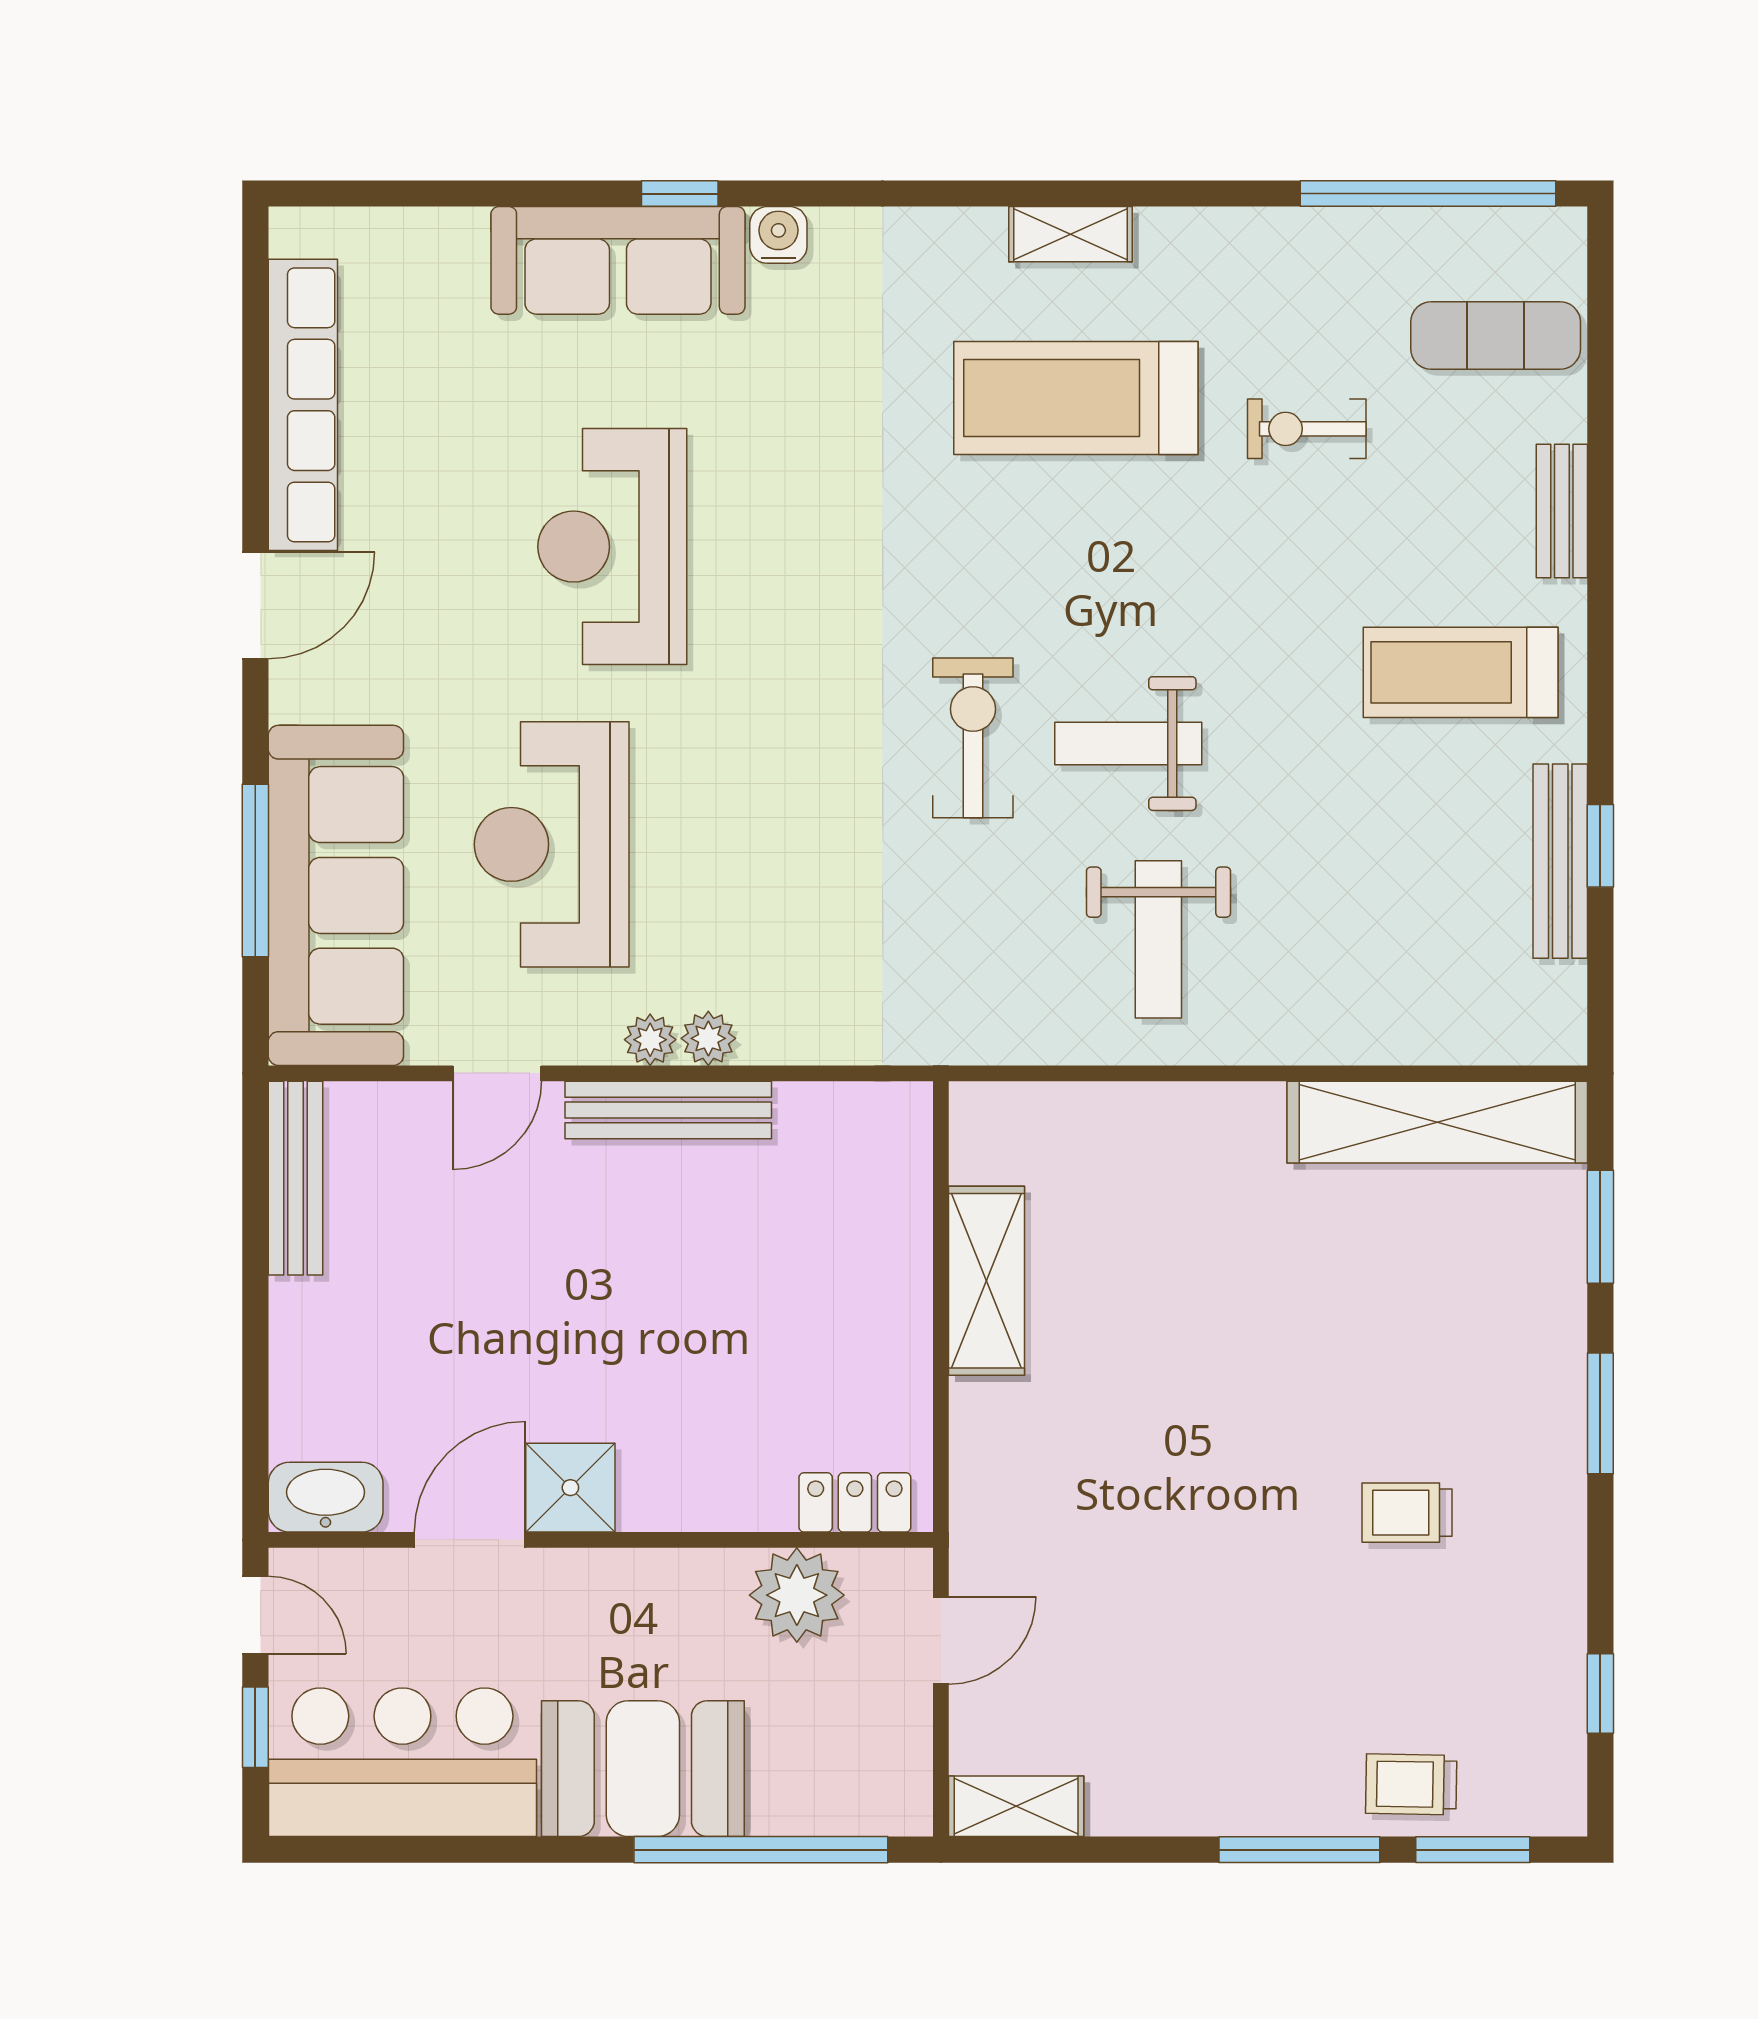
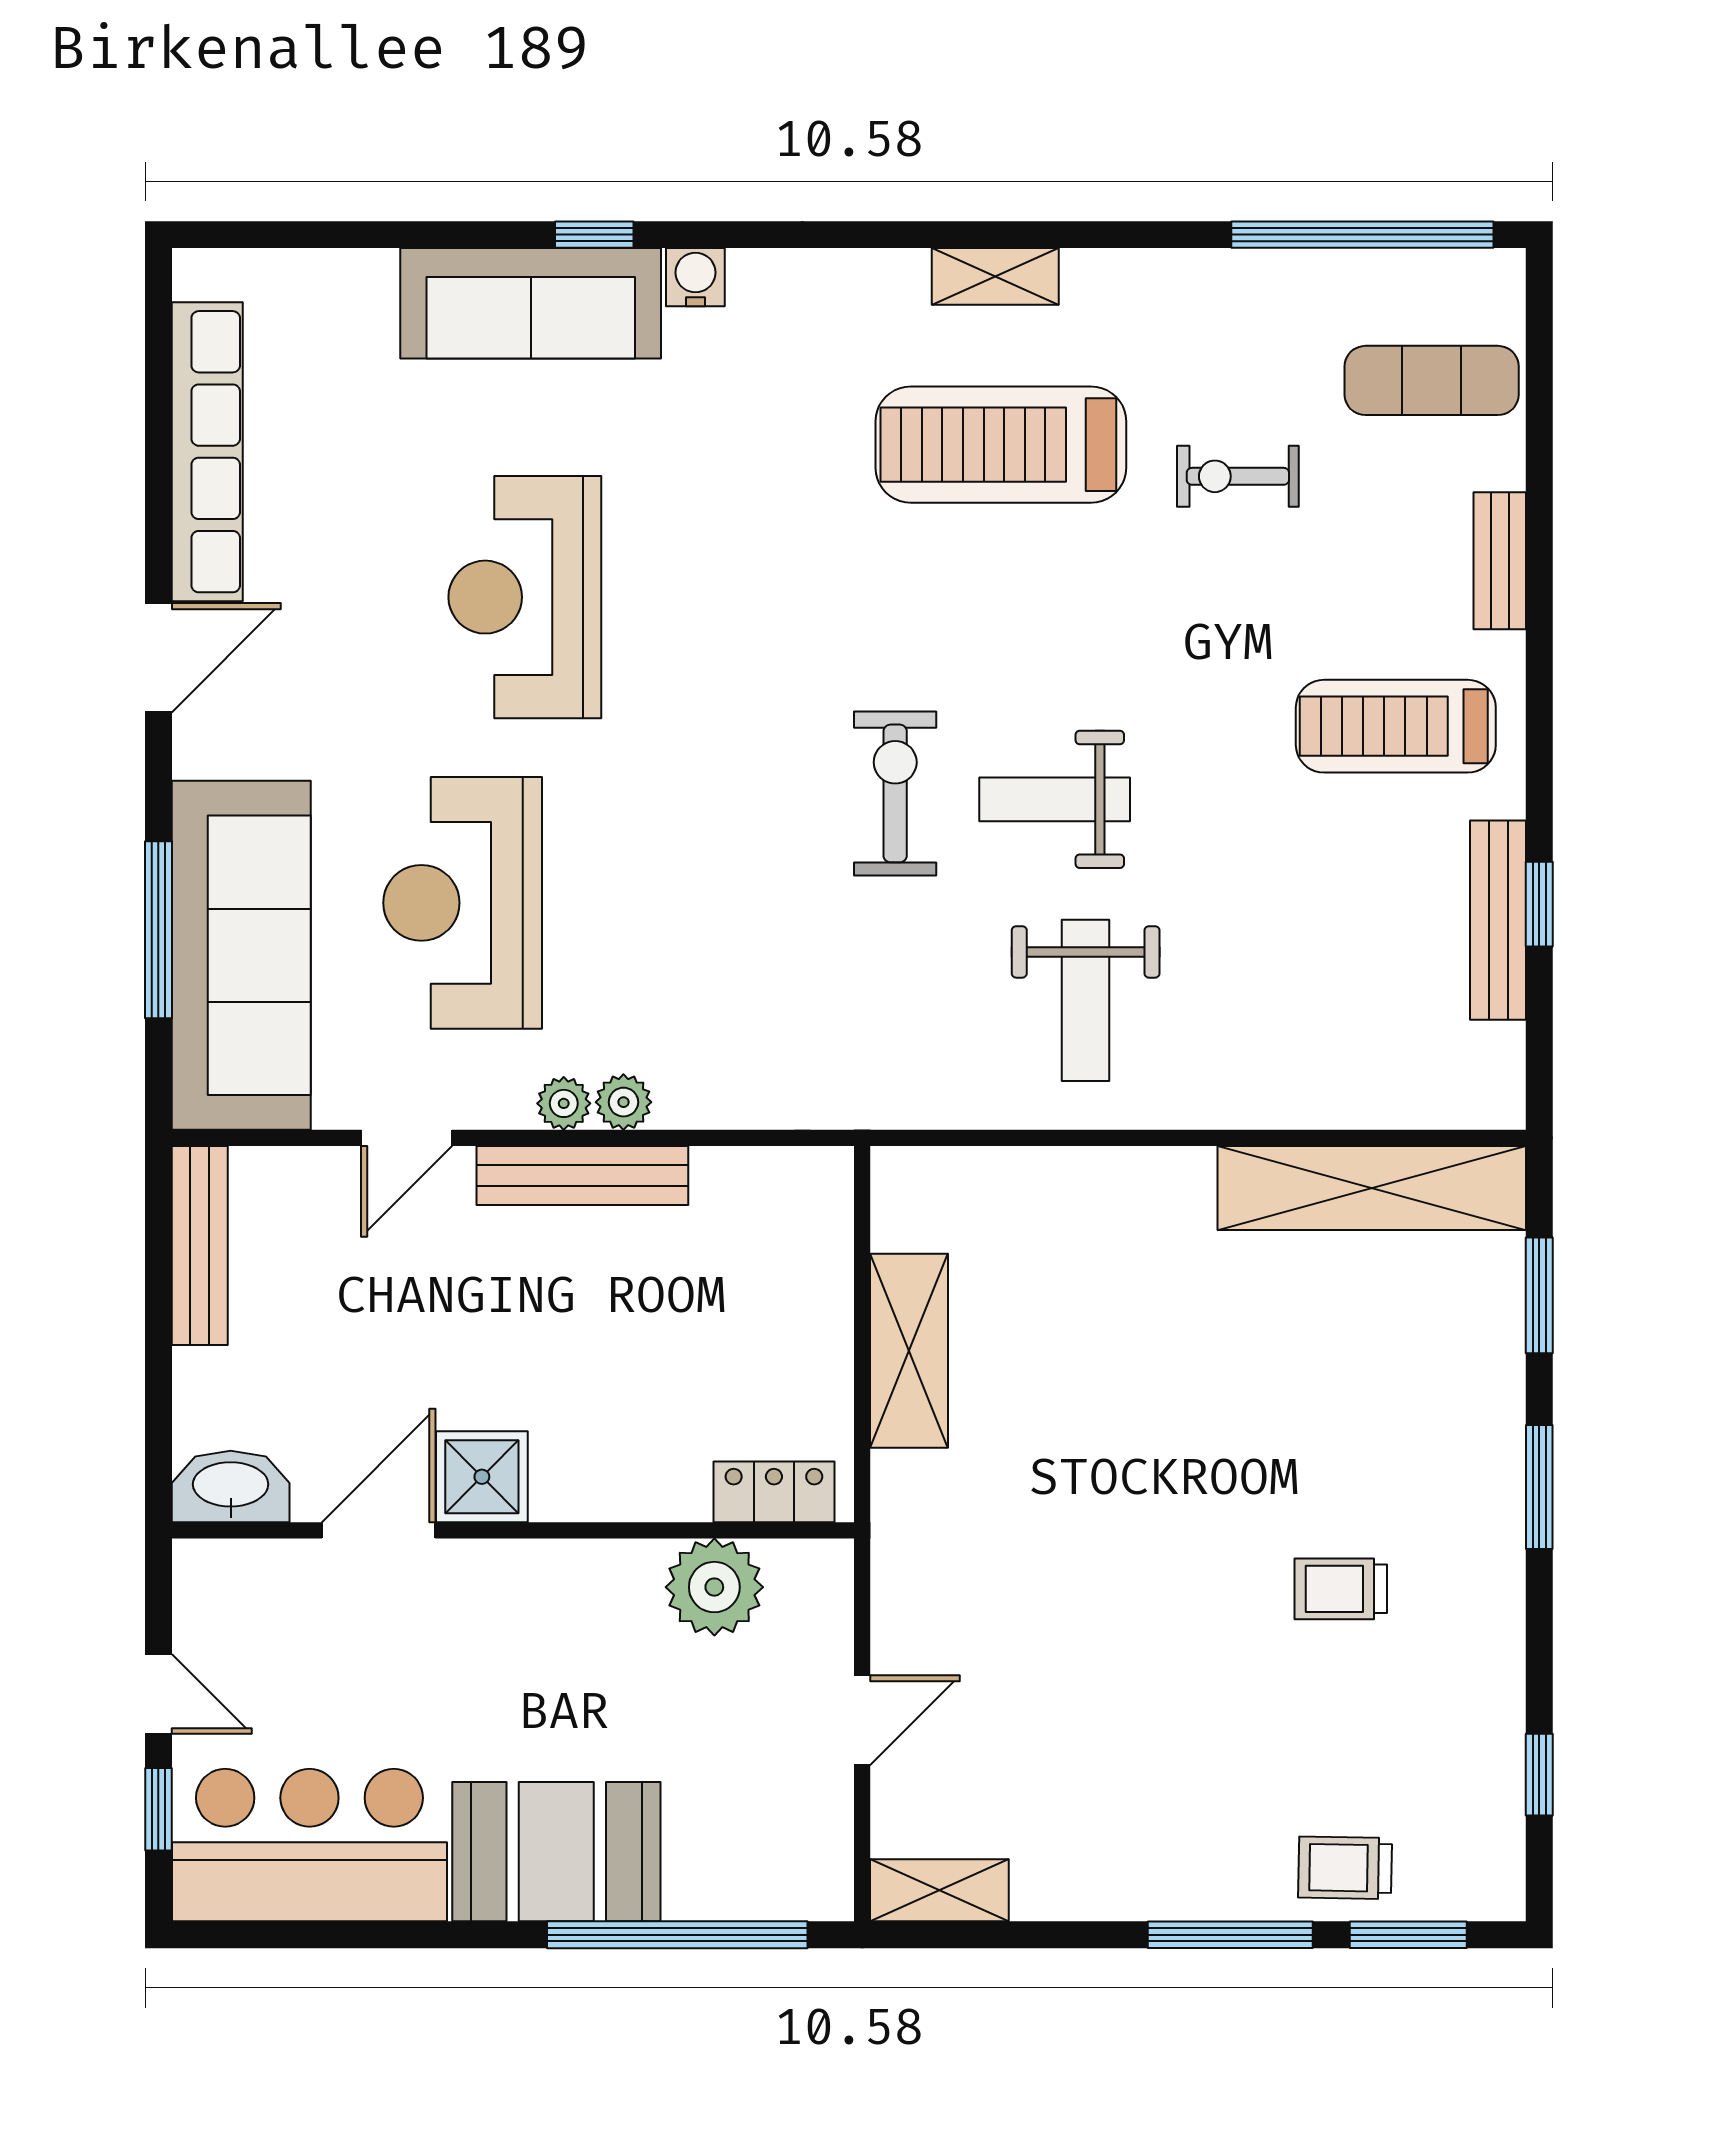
shower: (570, 1488) -> (482, 1477), moved
washbasin: (326, 1497) -> (231, 1486), moved
locker: (855, 1502) -> (774, 1492), moved
door: (470, 1540) -> (379, 1530), moved
wall: (601, 1540) -> (513, 1530), moved
plant: (797, 1595) -> (714, 1587), moved

